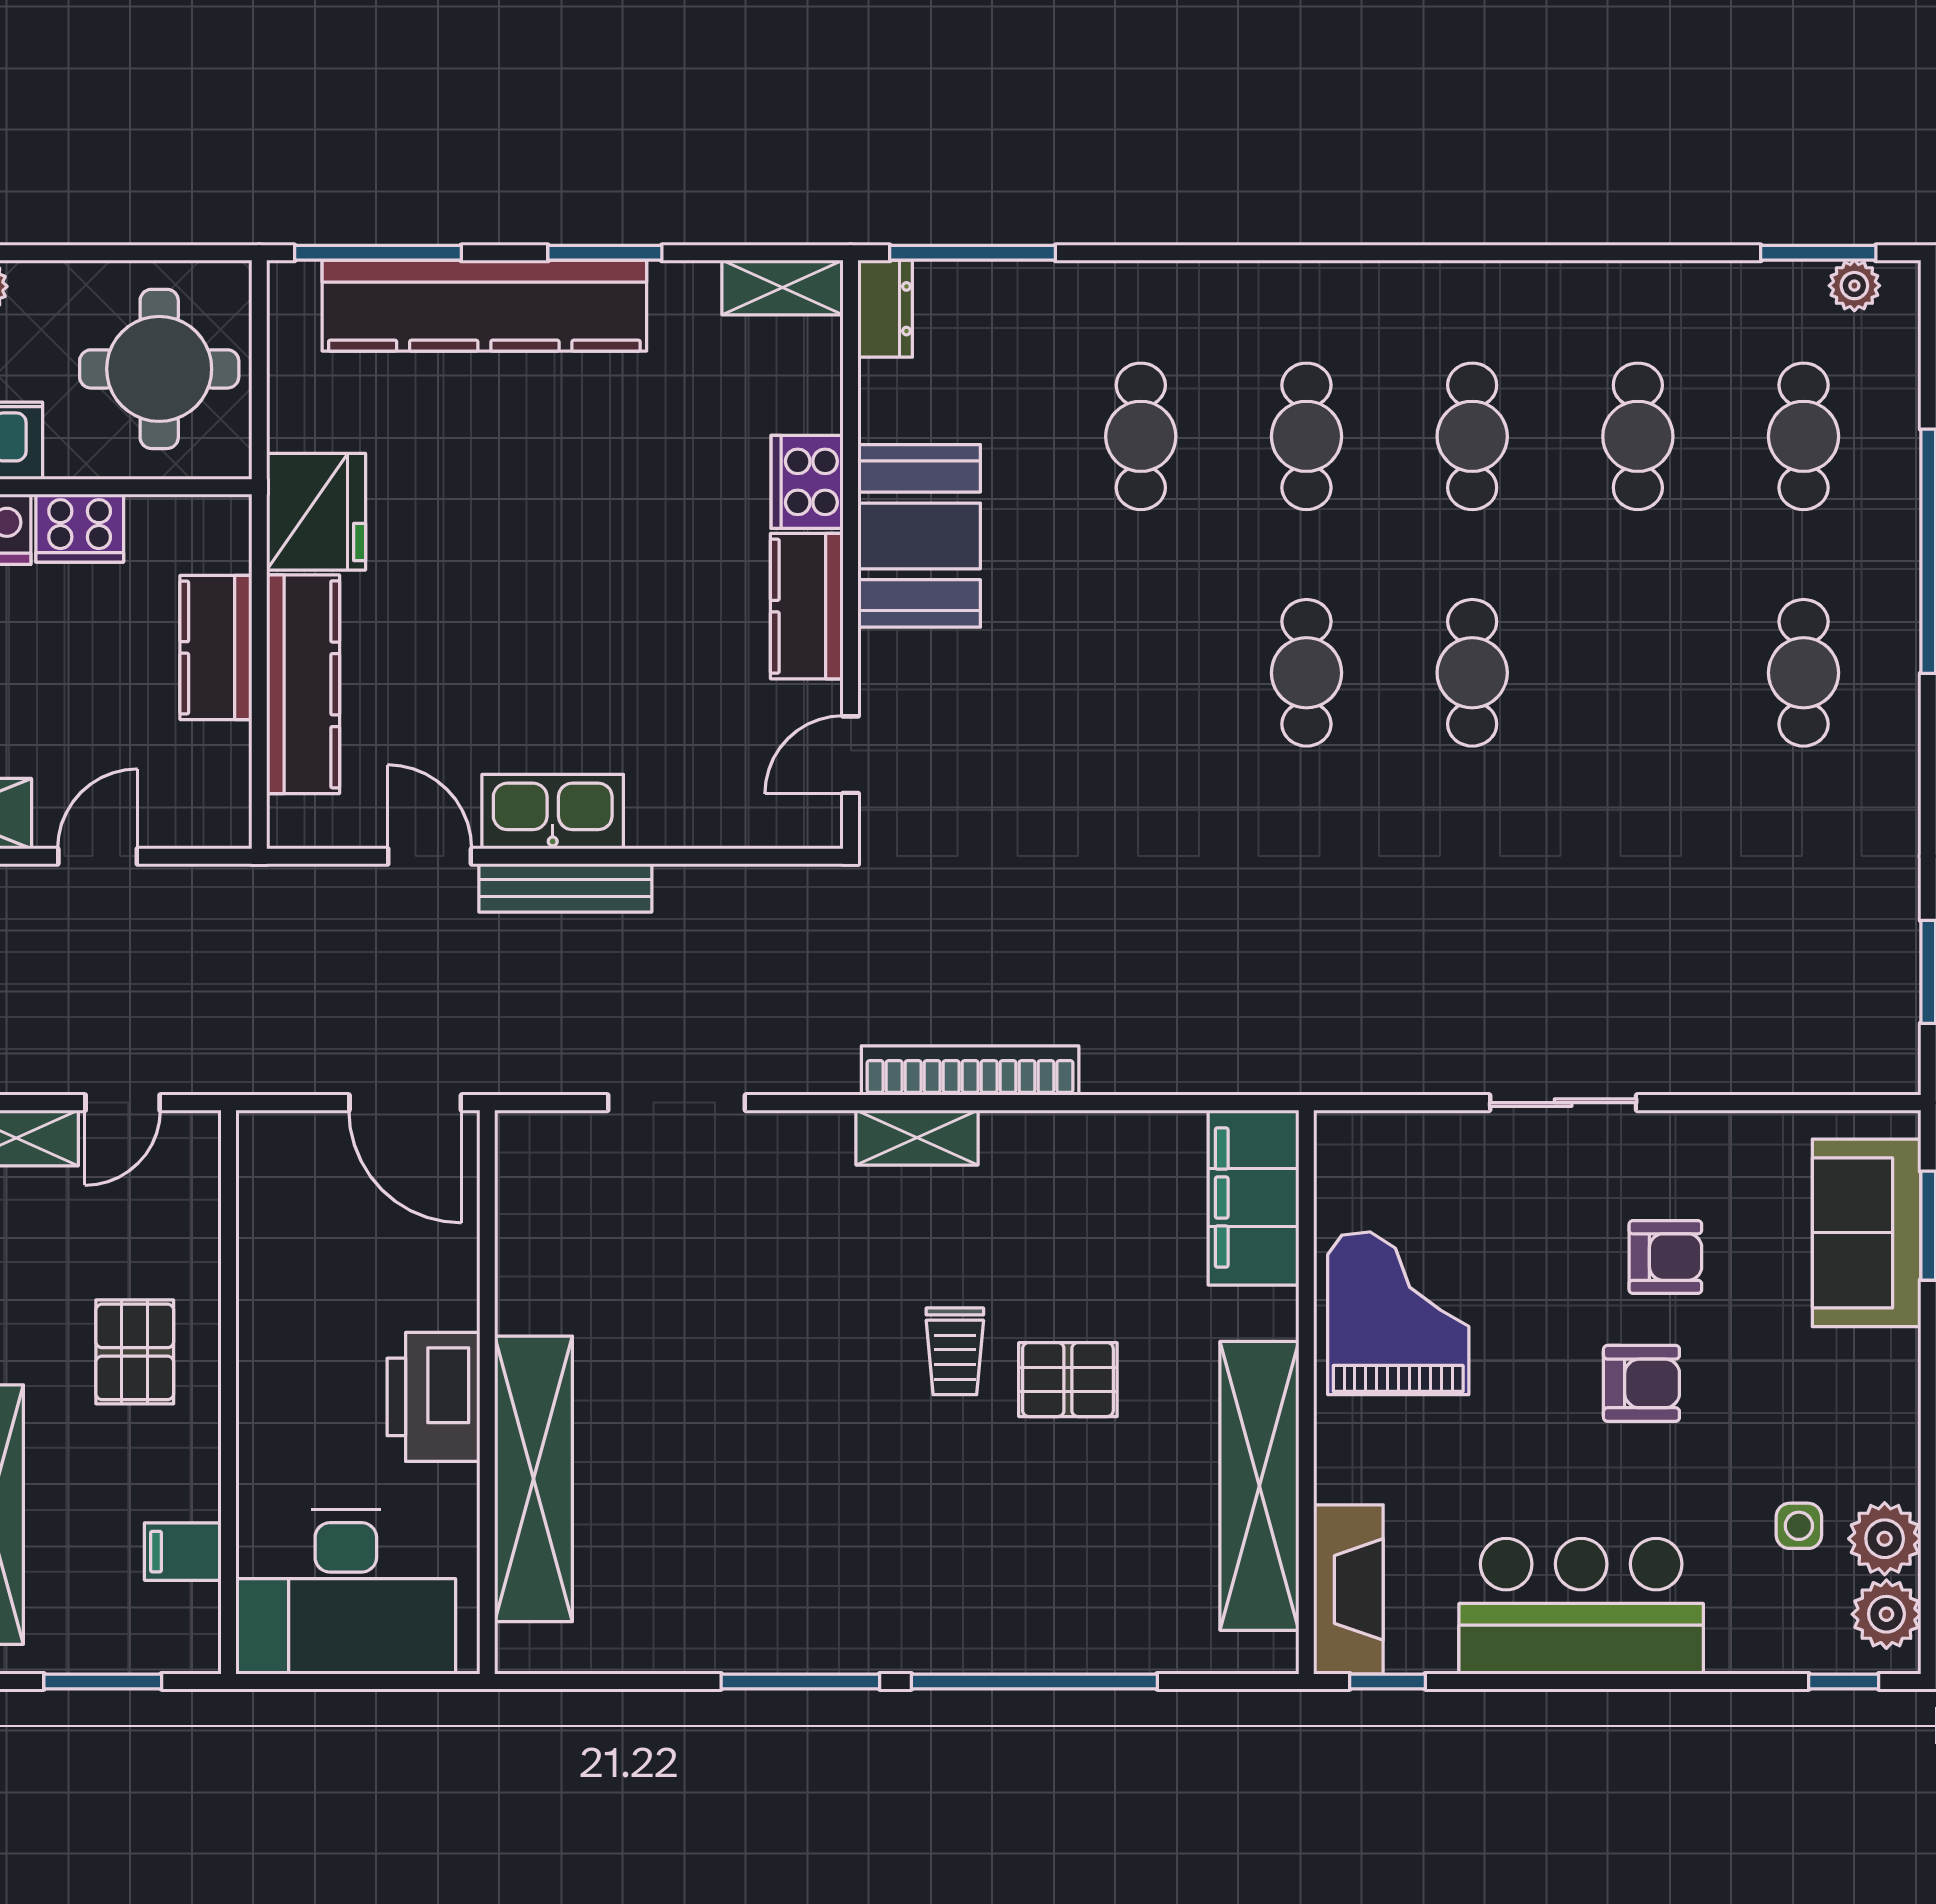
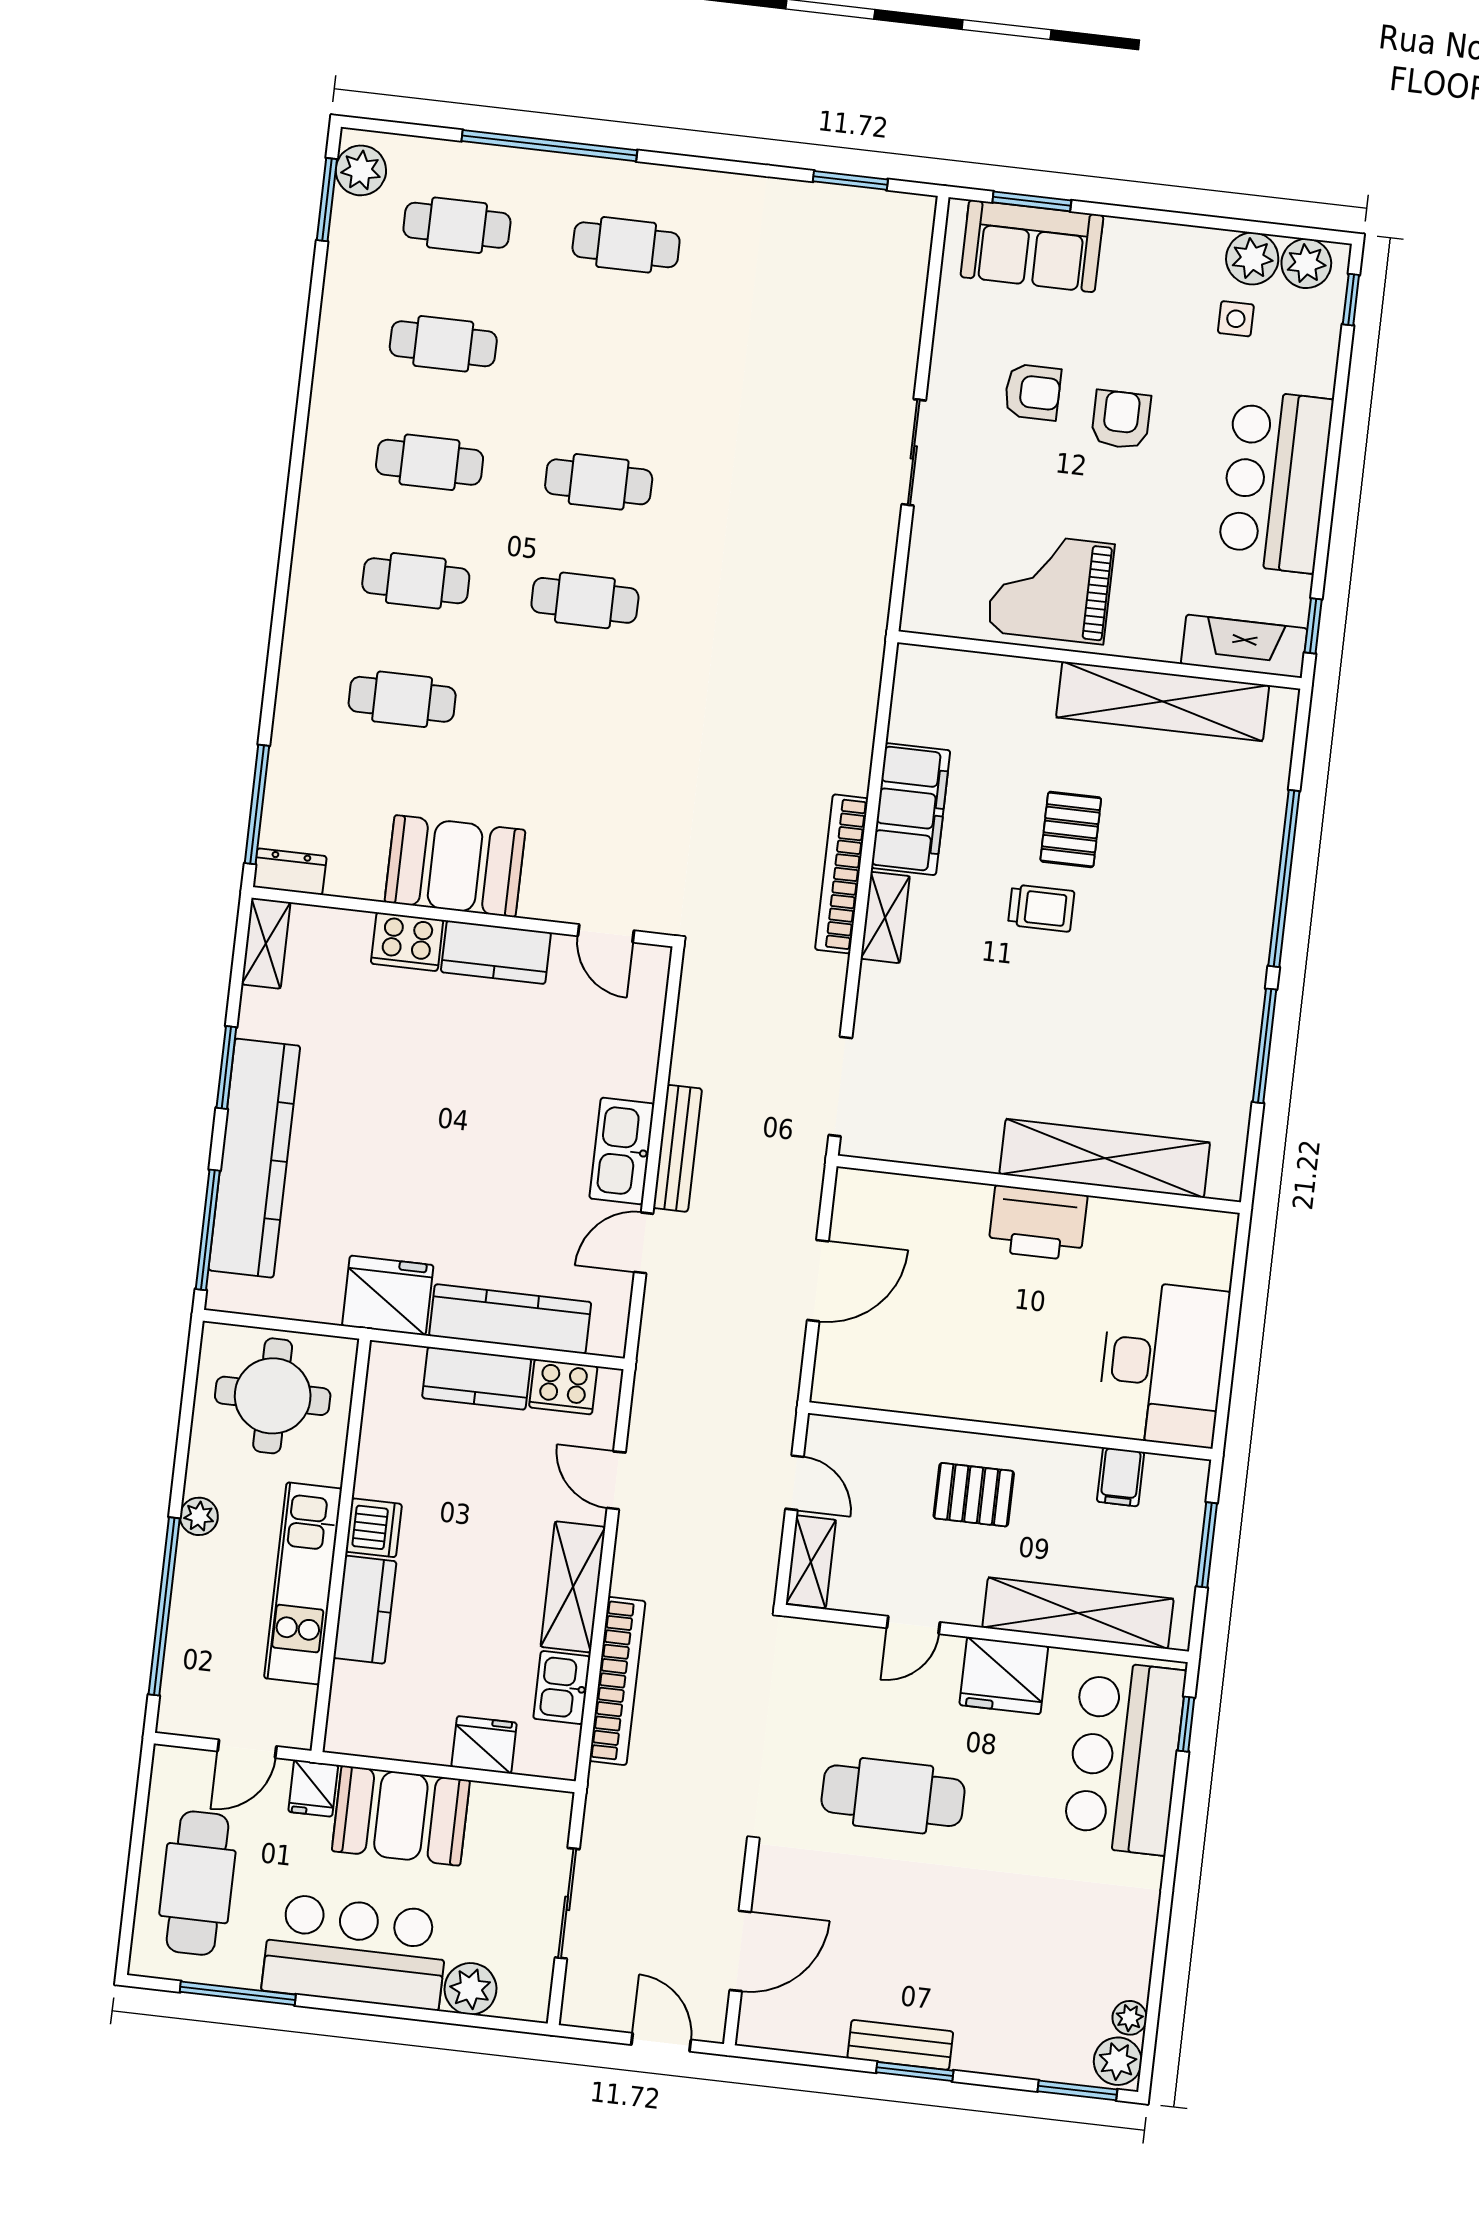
plant: (1854, 286) -> (361, 170), width x1.38, depth x1.38
cooker: (80, 528) -> (563, 1387), moved, turned 90
filing cabinet: (1253, 1198) -> (911, 809), moved, turned -90
armchair: (1665, 1257) -> (1033, 392), turned 90
wall: (487, 1392) -> (1039, 1184), moved
printer: (433, 1397) -> (1038, 1223), moved
shelving: (534, 1479) -> (1105, 1158), moved

